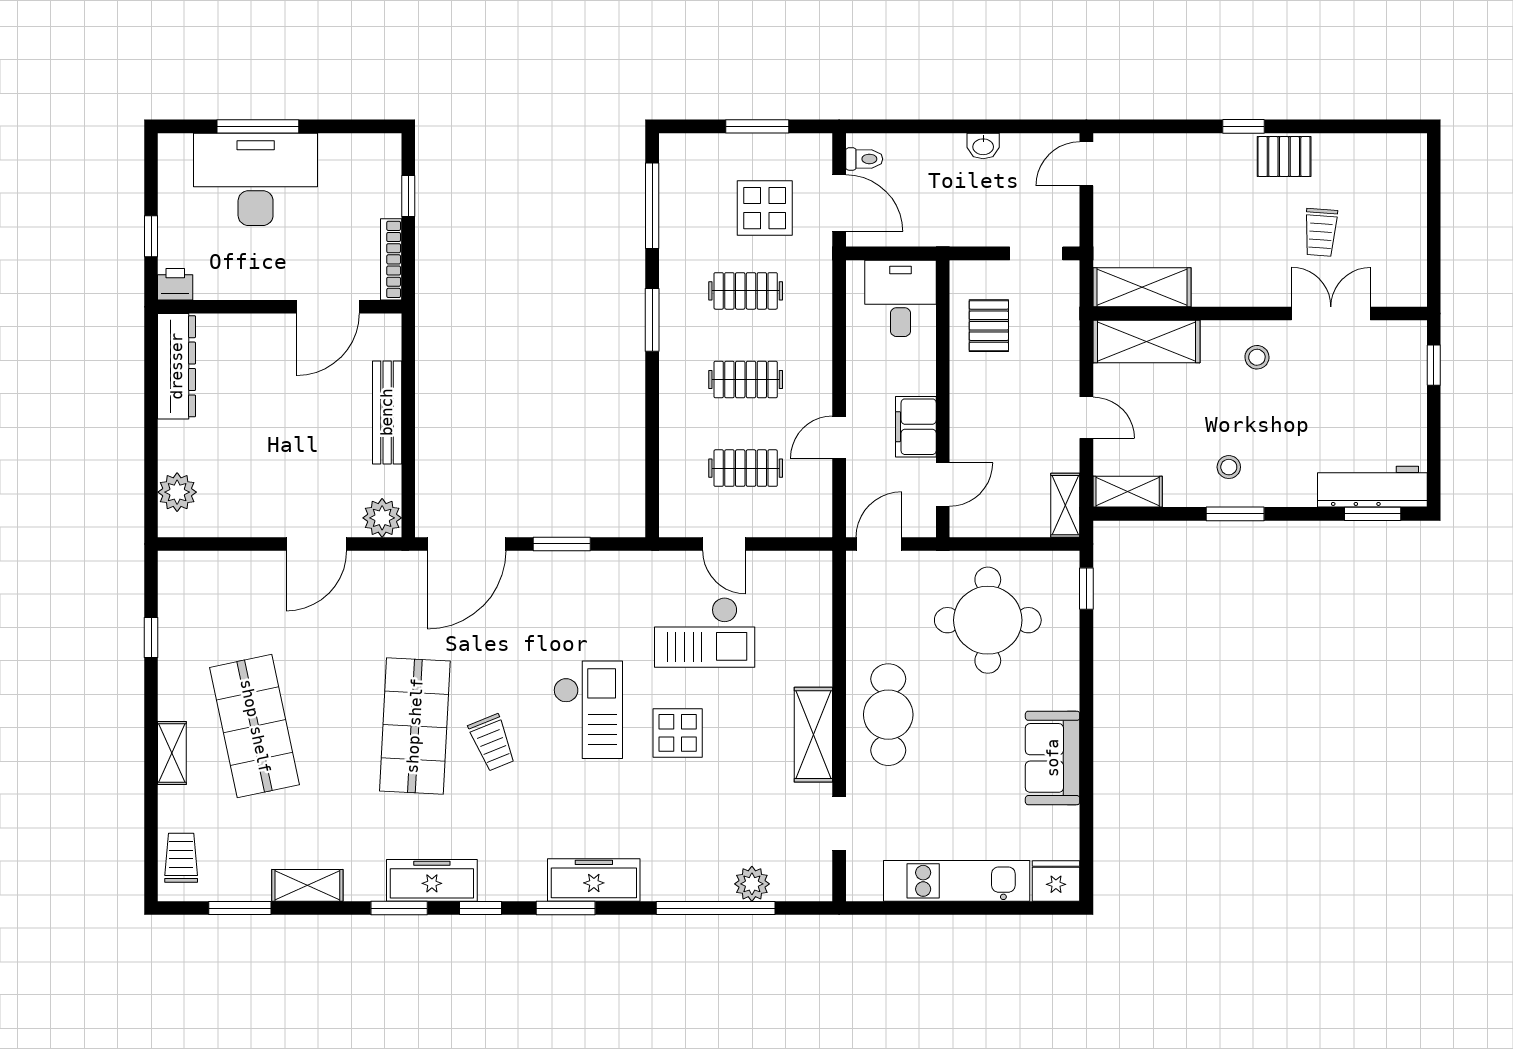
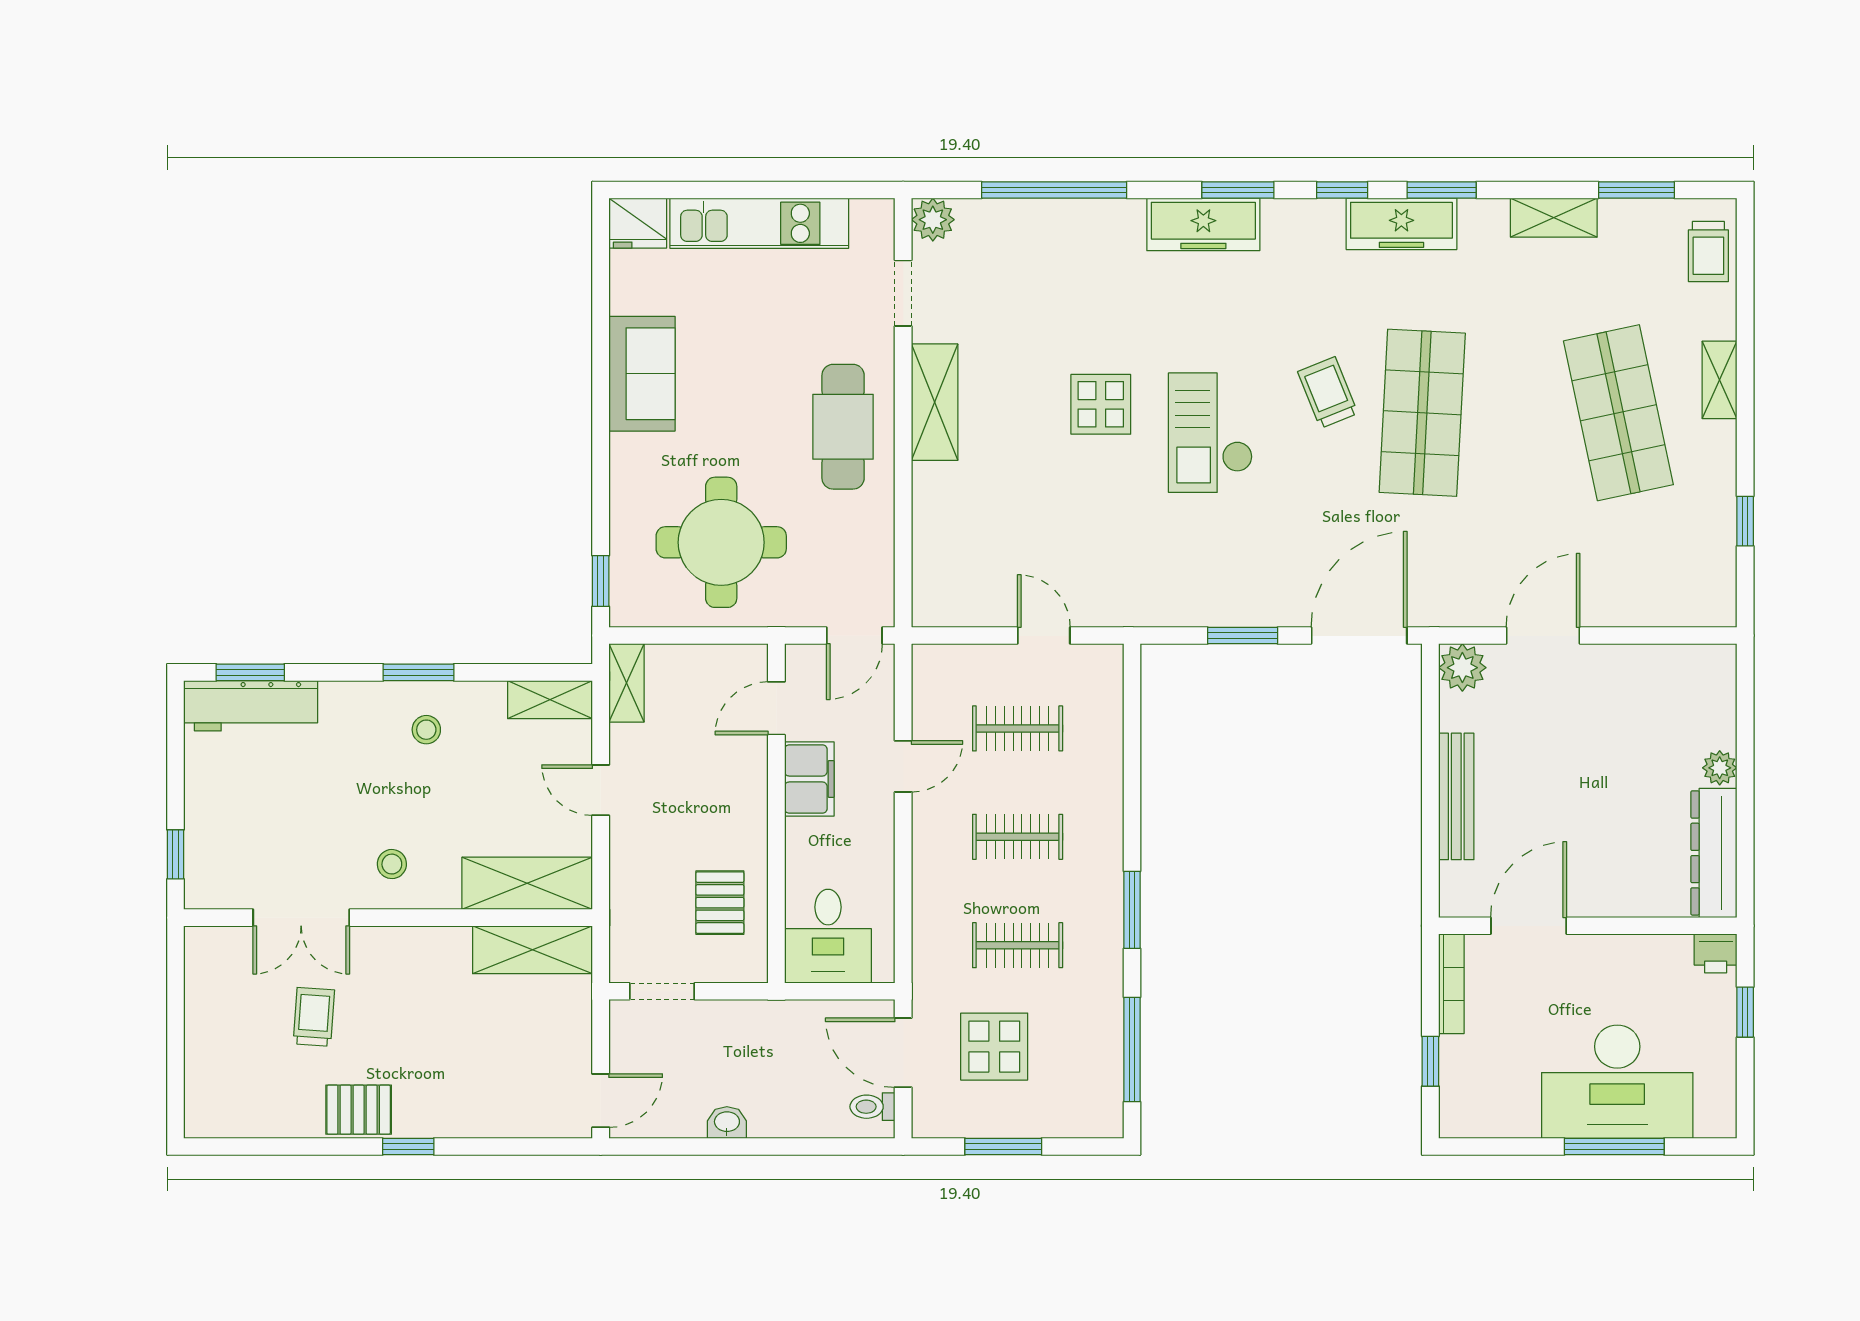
plant: (177, 492) -> (1720, 768), moved, width x0.73, depth x0.73
checkout: (705, 632) -> (1068, 527), removed
plant: (752, 884) -> (933, 220), moved

